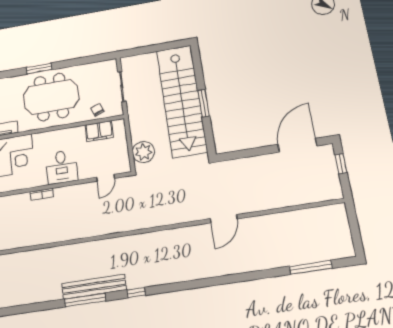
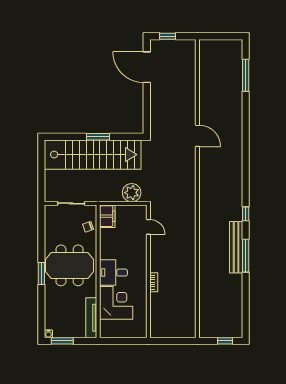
meeting table: (51, 97) -> (70, 265), turned 90
filing cabinet: (99, 131) -> (107, 216), moved
desk: (62, 167) -> (113, 273), moved, turned 180

